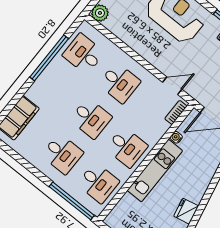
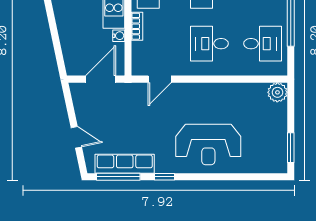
bookcase: (176, 112) -> (137, 26), moved

